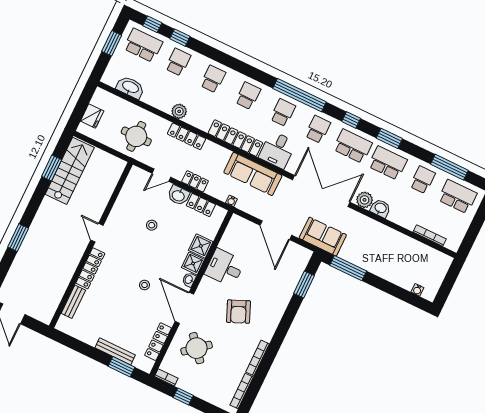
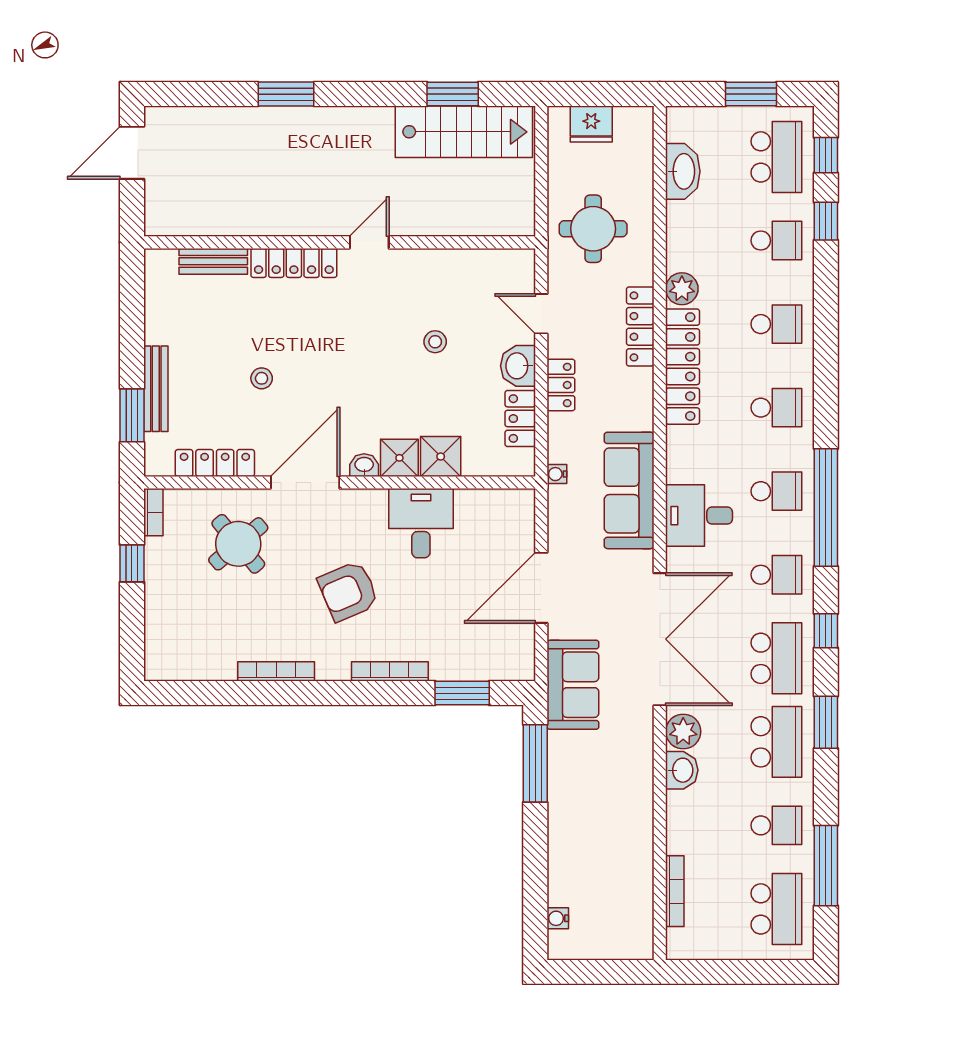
locker: (235, 138) -> (683, 367), moved
stool: (145, 285) -> (262, 378), moved
bookcase: (242, 391) -> (390, 671), moved

